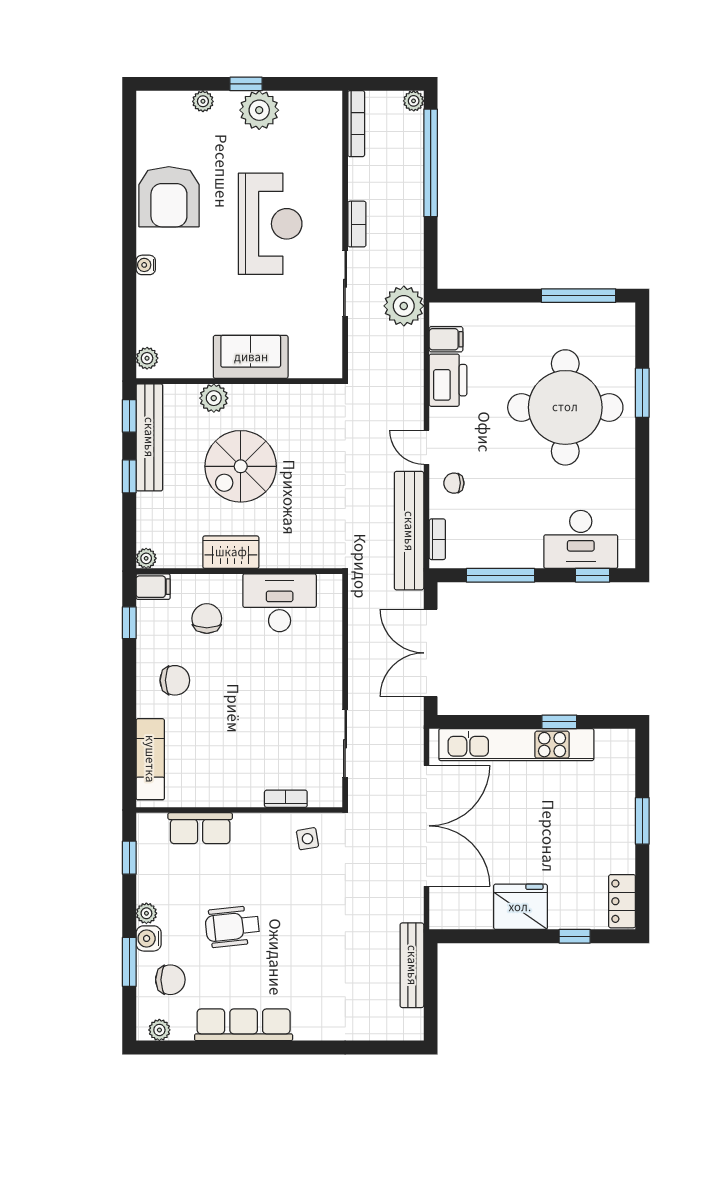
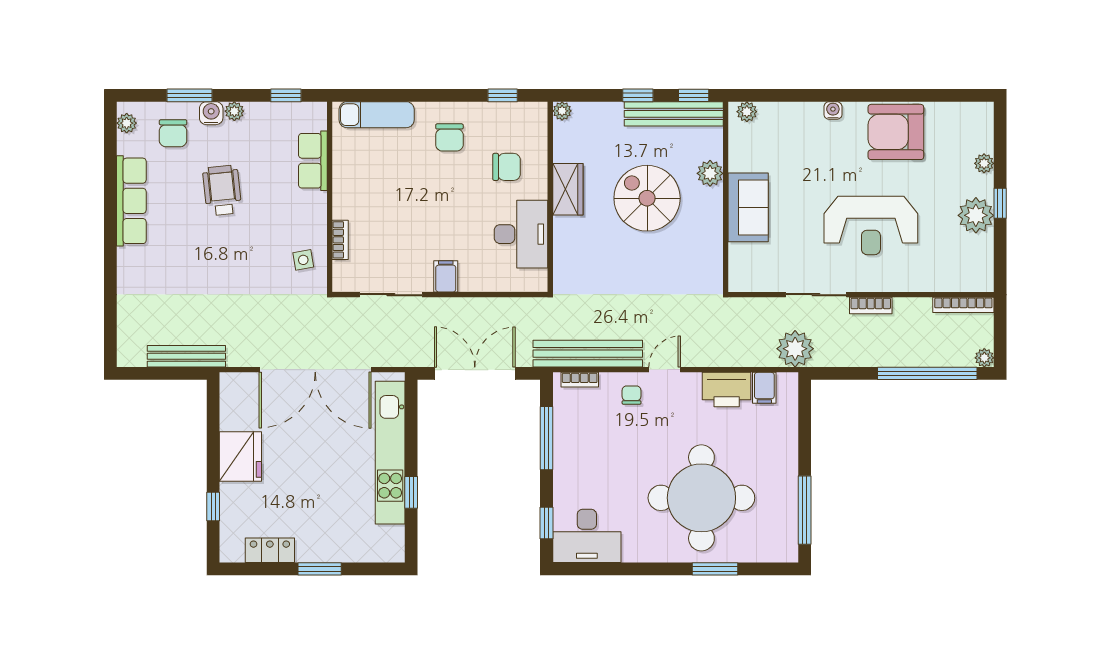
desk: (581, 539) -> (587, 536), moved, turned -90
filing cabinet: (153, 587) -> (446, 276), moved, turned 180
locker: (622, 901) -> (270, 550), moved

